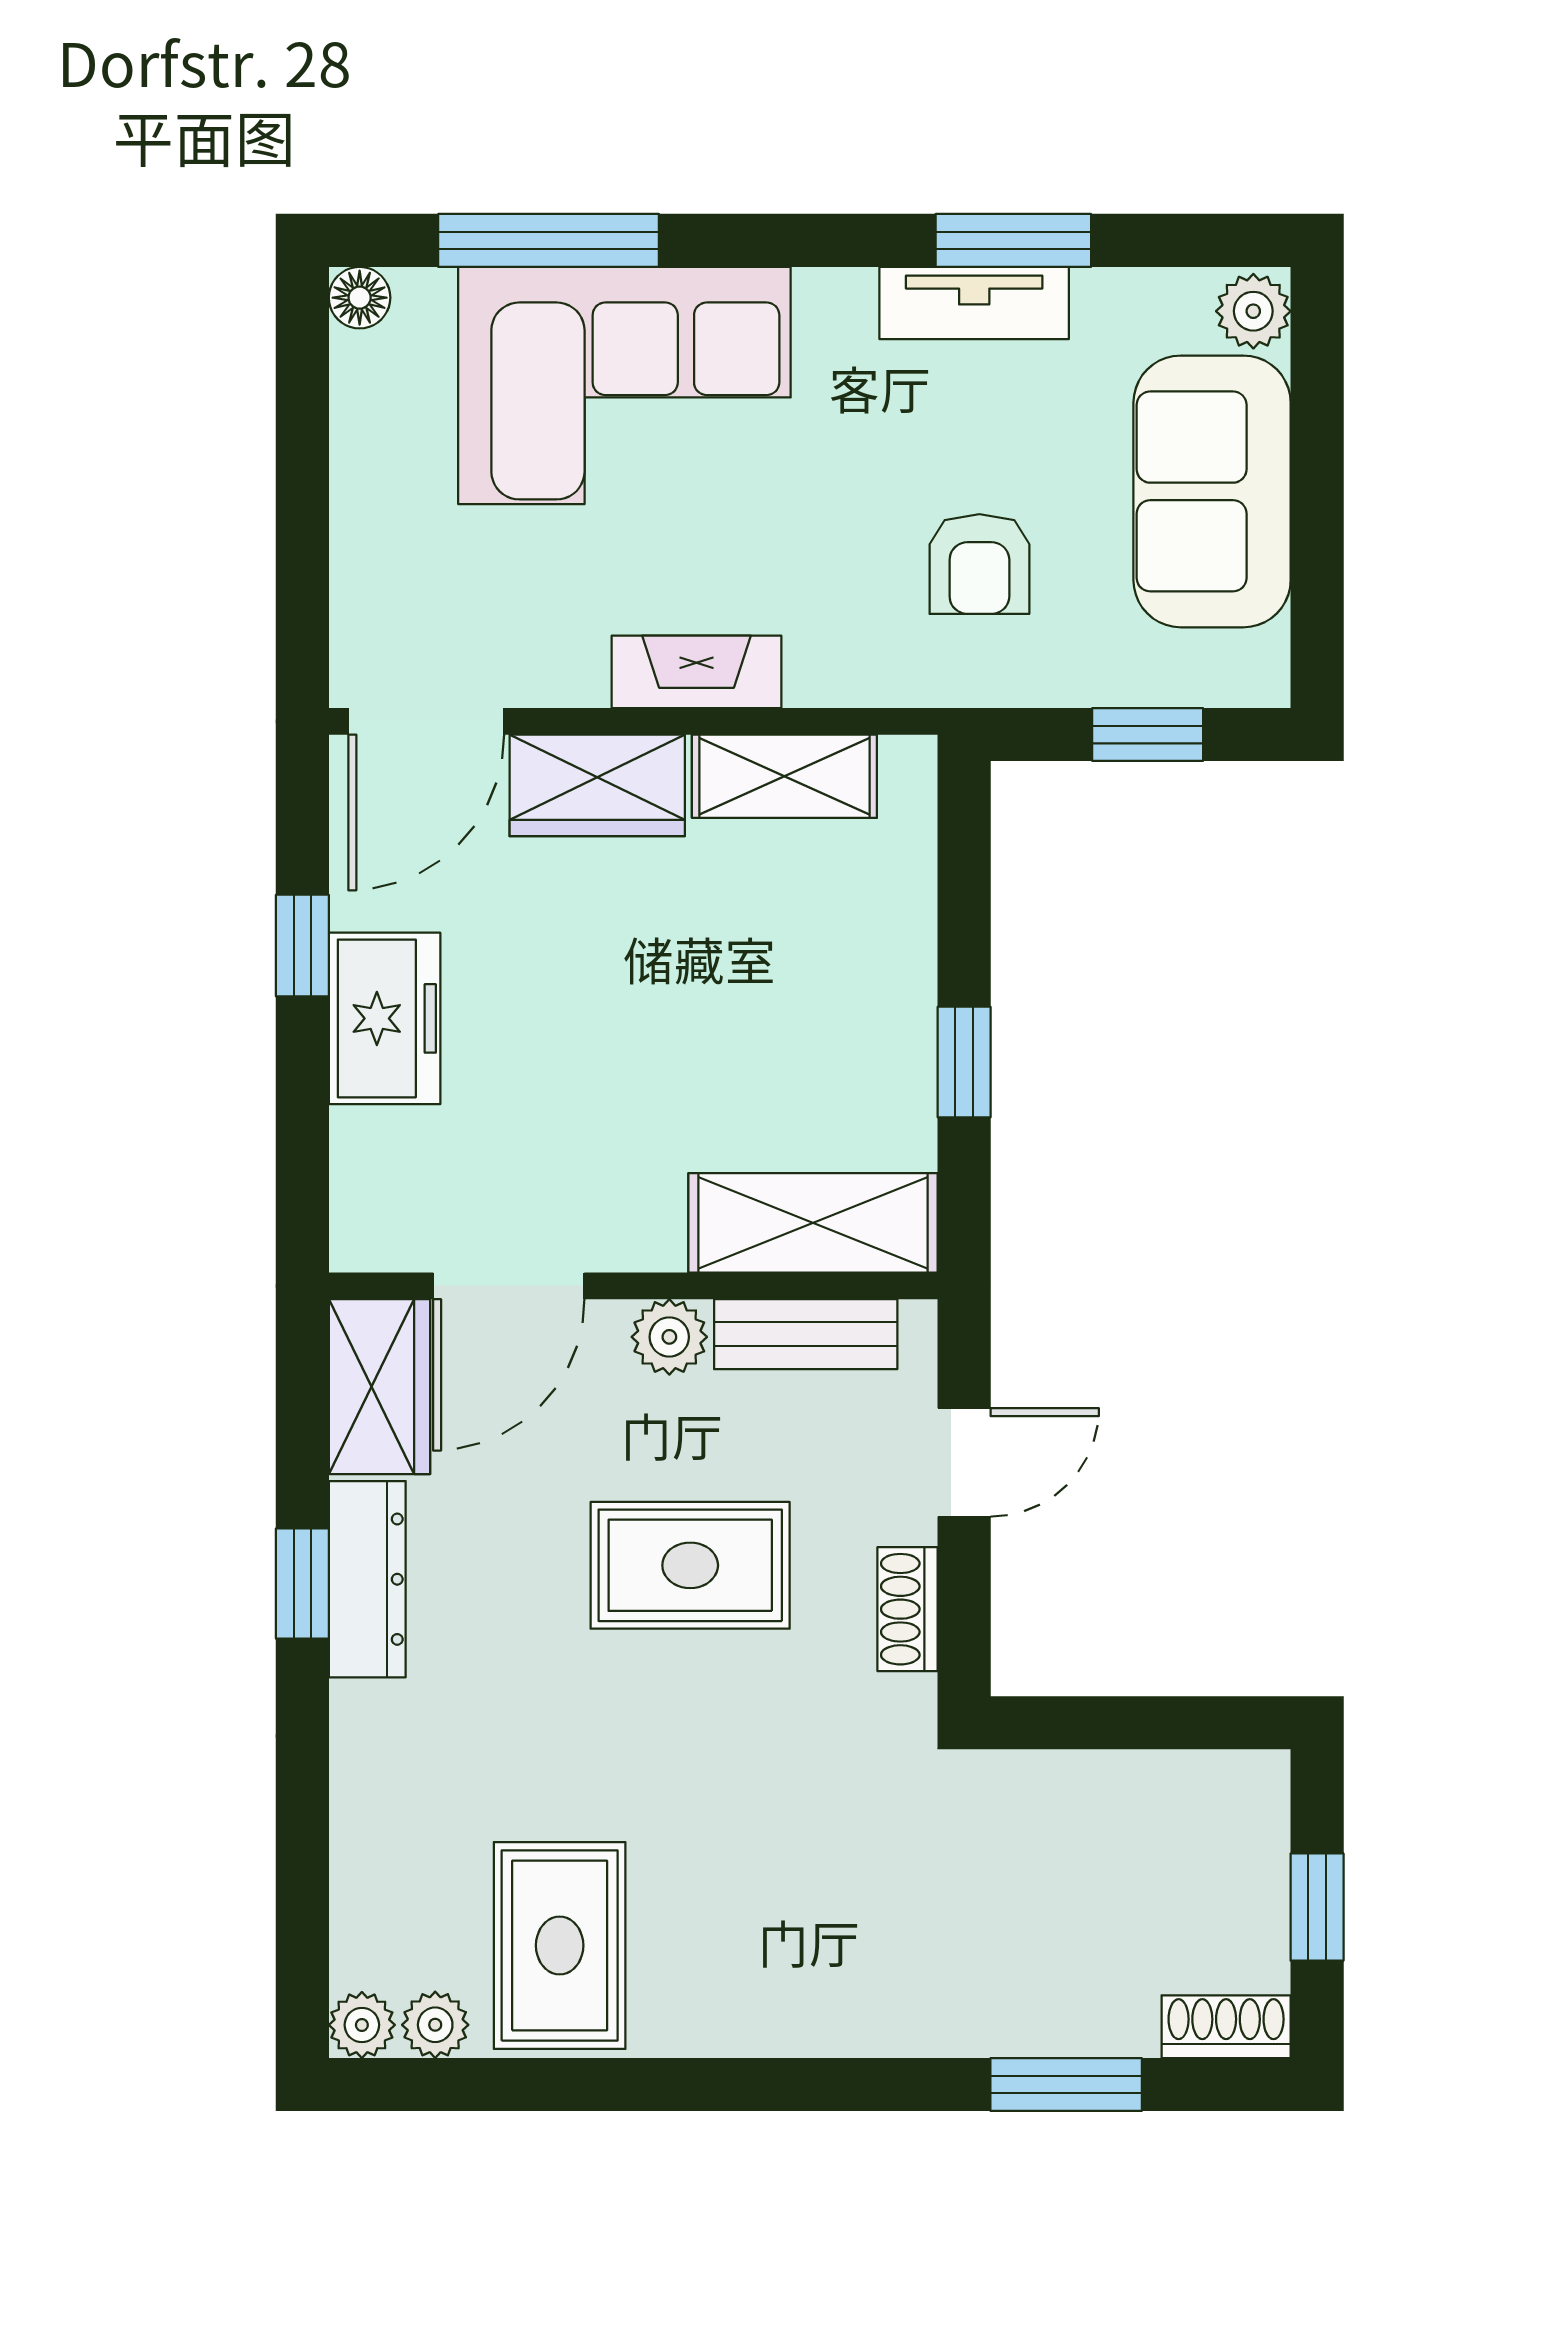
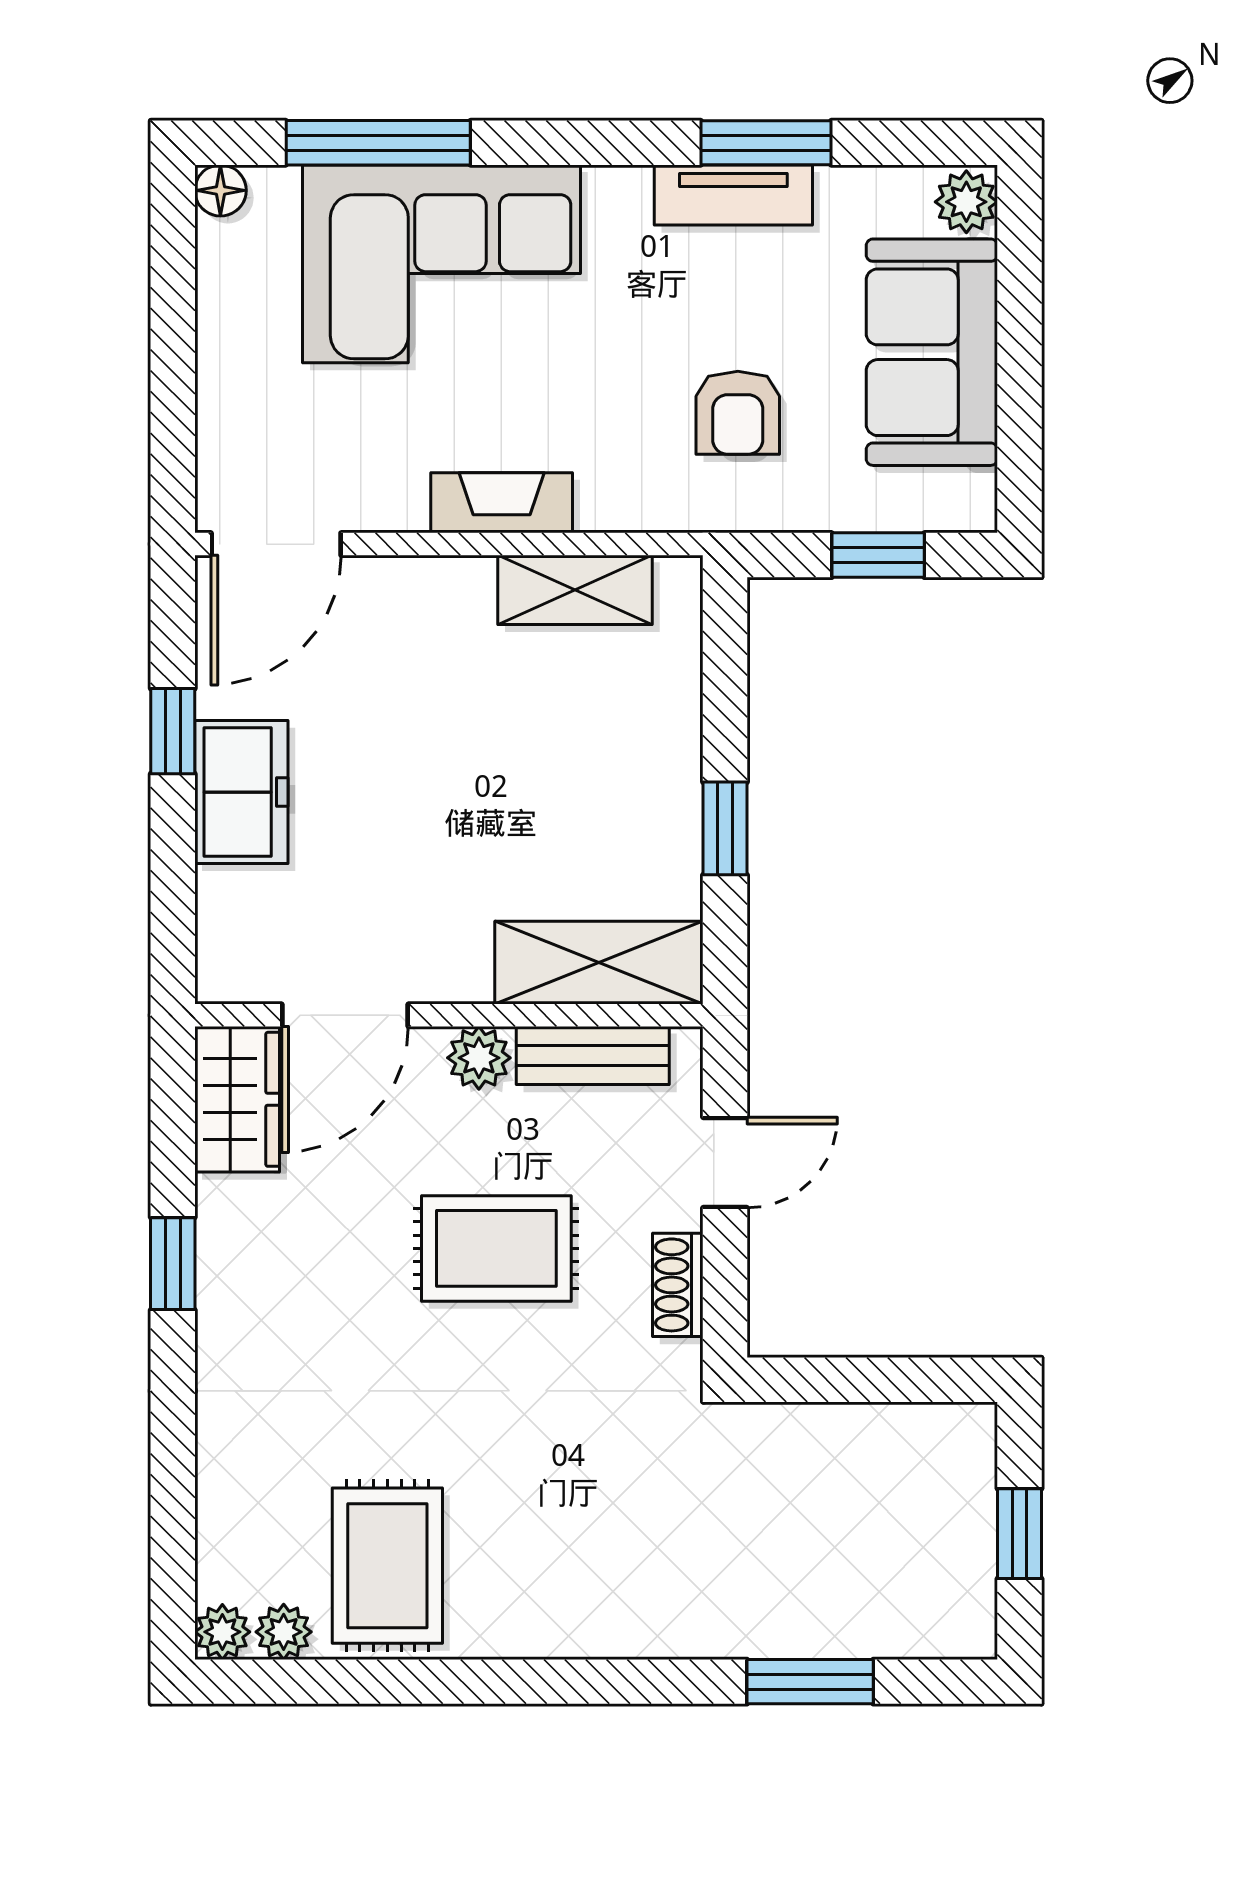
wardrobe: (597, 785) -> (419, 597), removed
dresser: (367, 1579) -> (227, 1260), removed
shoe rack: (1226, 2027) -> (944, 1633), removed

